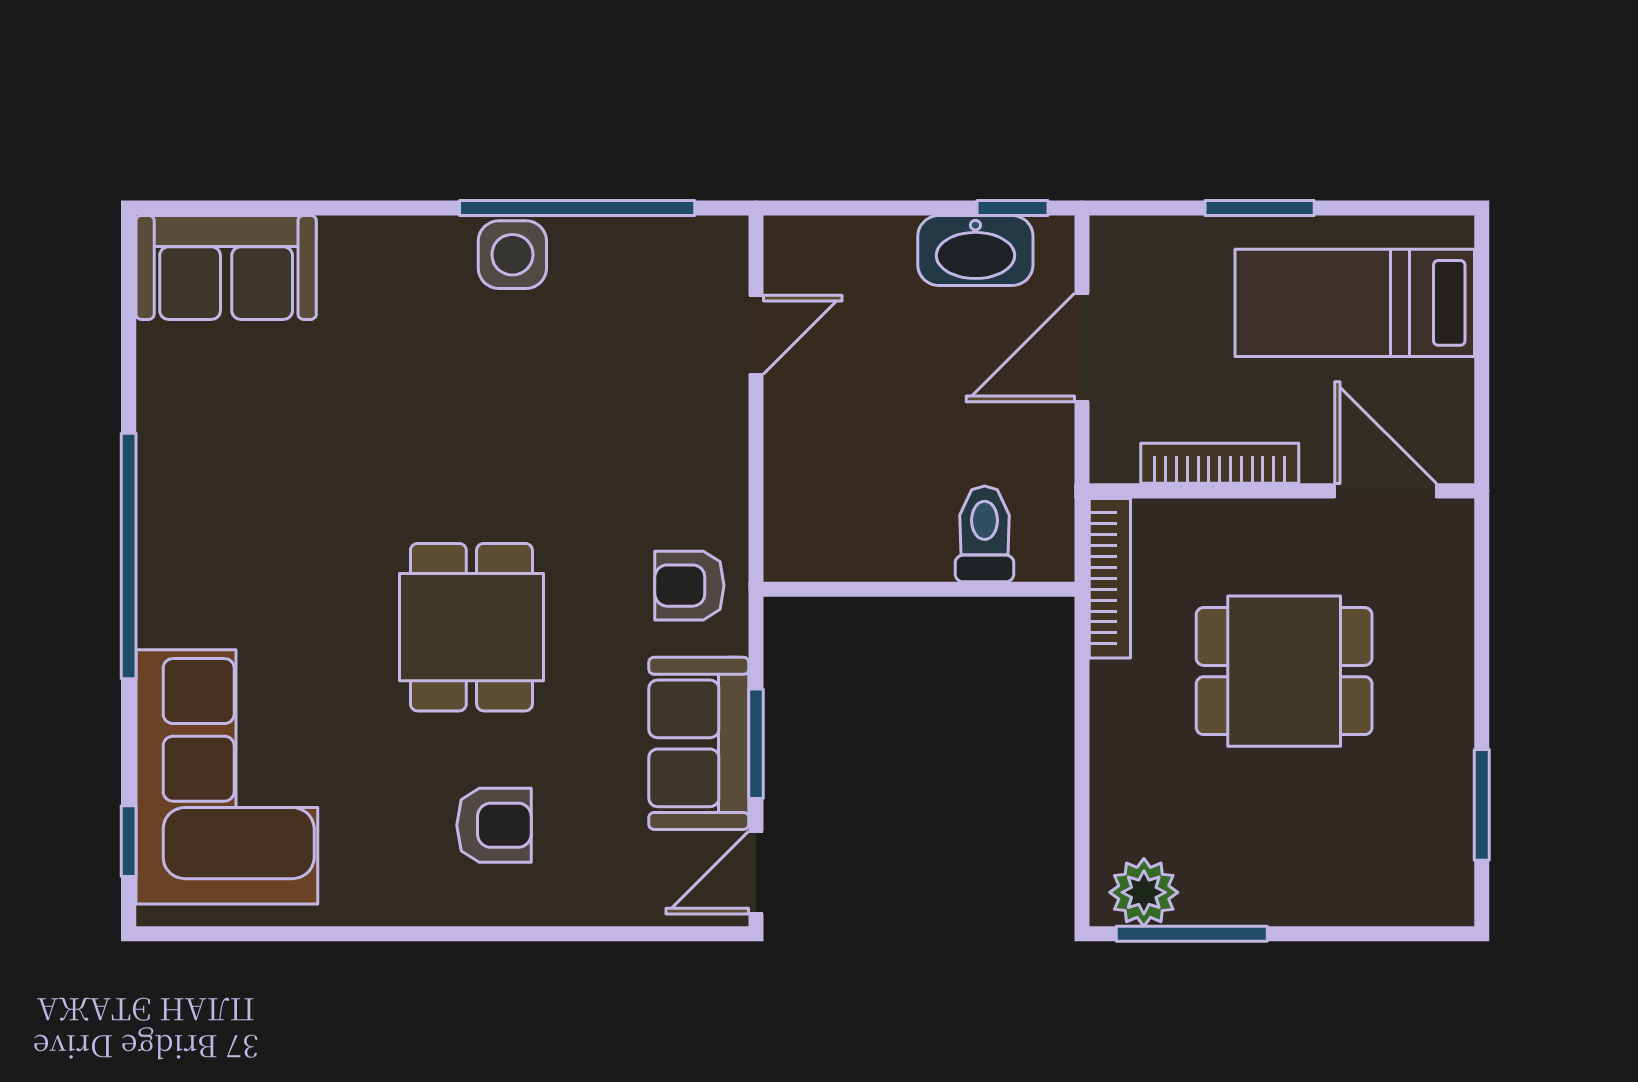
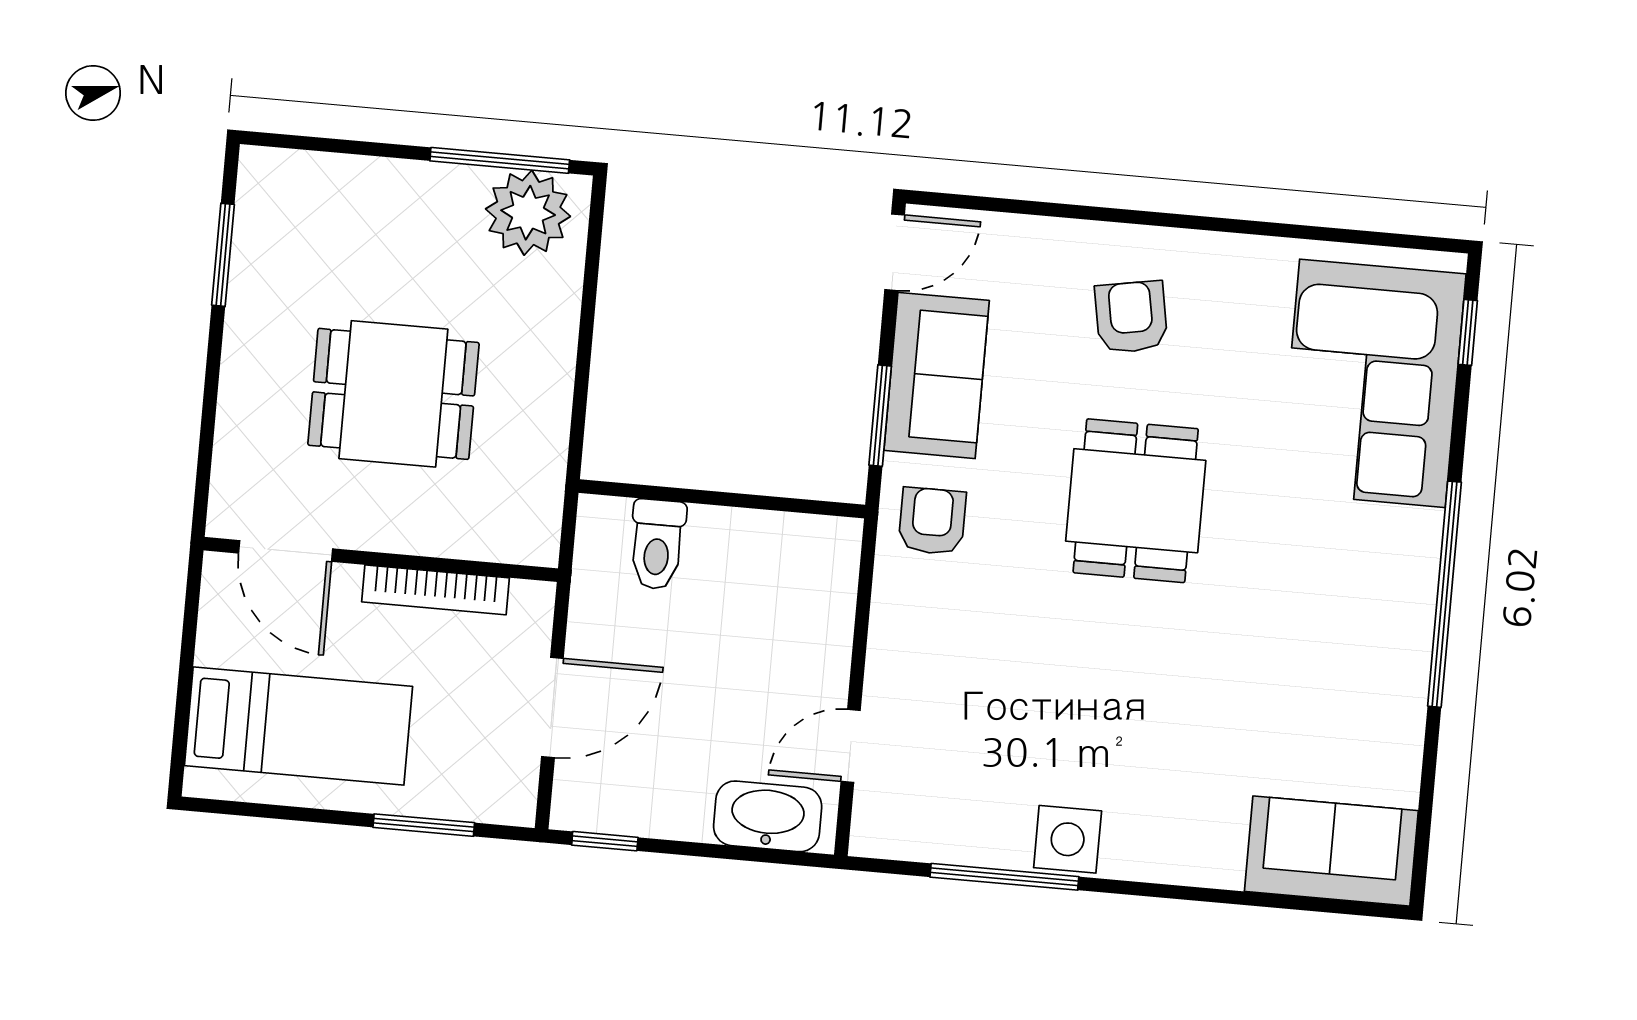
window: (577, 208) -> (1004, 877), width x0.68
window: (1260, 208) -> (424, 825), moved
washbasin: (975, 251) -> (768, 816), moved
bookcase: (1110, 578) -> (546, 493), removed
armchair: (689, 586) -> (932, 521), turned -90
window: (756, 744) -> (880, 416), moved
armchair: (494, 825) -> (1131, 317), turned 80
plant: (1144, 892) -> (528, 213), width x1.36, depth x1.36

